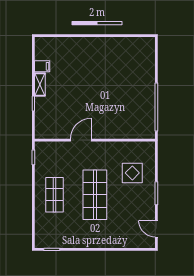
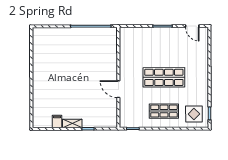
display table: (132, 173) -> (194, 114), moved
door: (156, 229) -> (192, 26), hinge flipped

